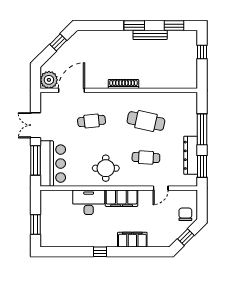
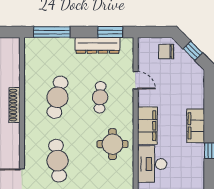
shoe rack: (123, 84) -> (15, 105), moved
cafe table: (92, 121) -> (58, 161), width x1.37, depth x1.35
window: (202, 129) -> (52, 32), moved
filing cabinet: (132, 240) -> (196, 126), moved

